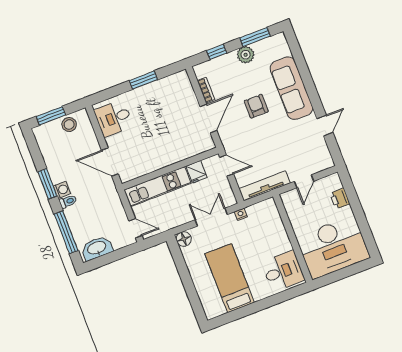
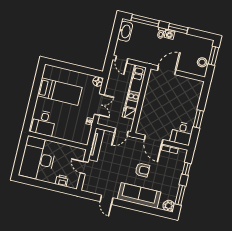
plant: (246, 55) -> (169, 206), moved
desk: (114, 118) -> (182, 133), moved, turned 180
door: (135, 228) -> (122, 59), hinge flipped

